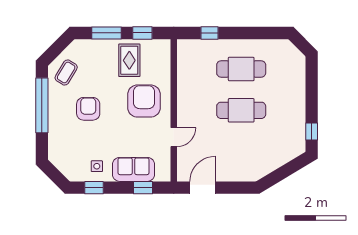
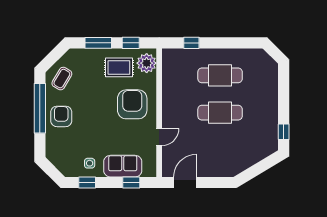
plant: (160, 55) -> (147, 63), added
rug: (129, 60) -> (119, 67), turned 90
armchair: (88, 109) -> (61, 116), moved

